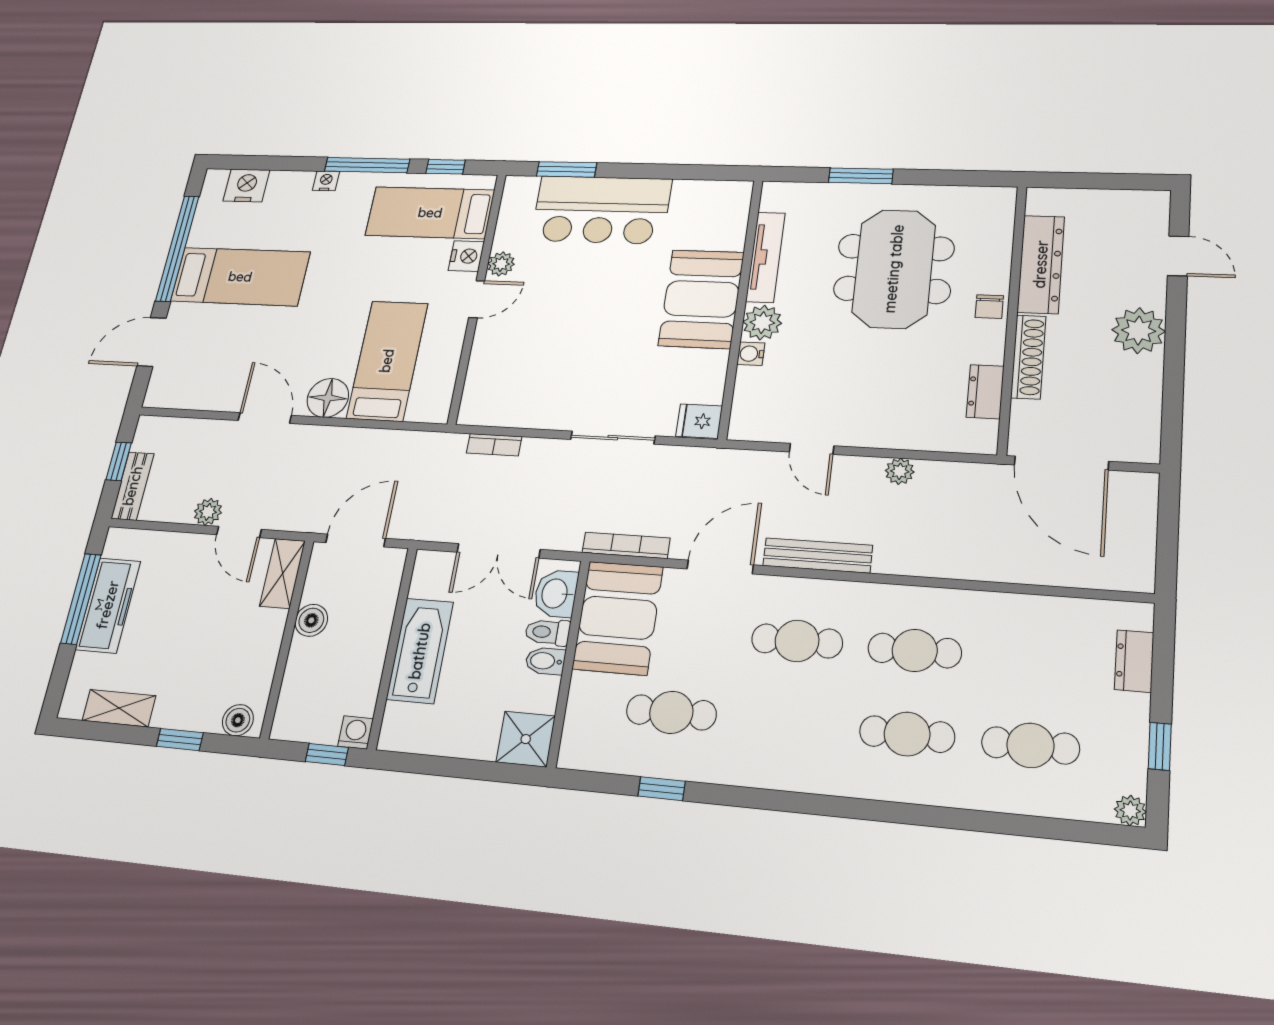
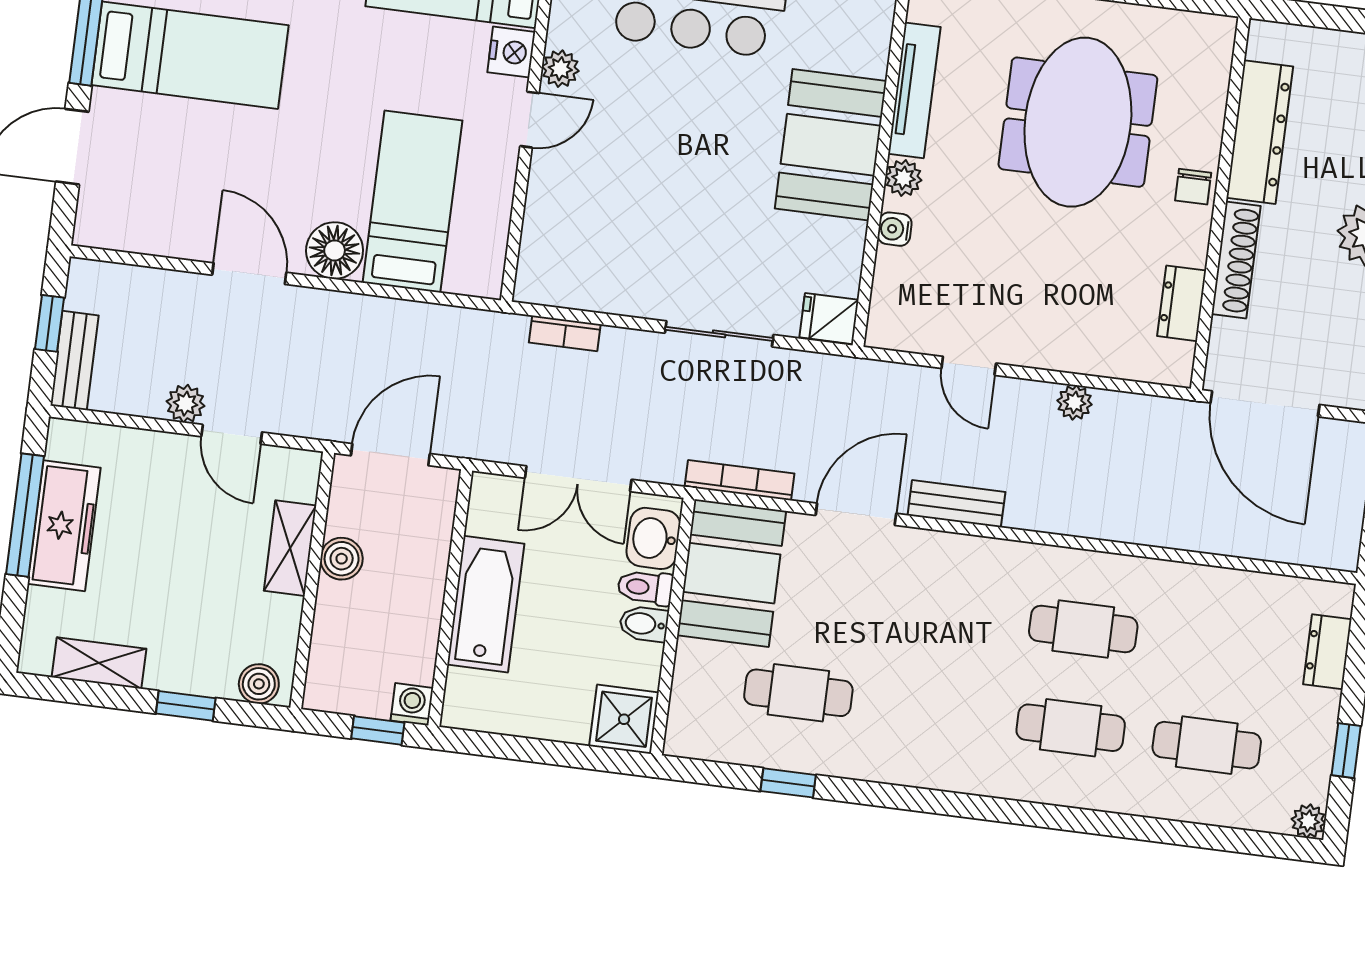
plant: (762, 323) -> (903, 178), width x0.73, depth x0.73
bench: (818, 556) -> (956, 504), width x0.73
shelving: (283, 573) -> (290, 548), moved
cafe table: (797, 641) -> (947, 612), removed

